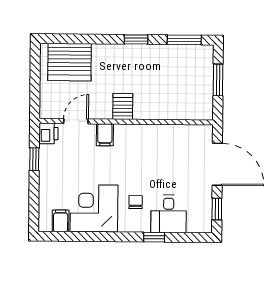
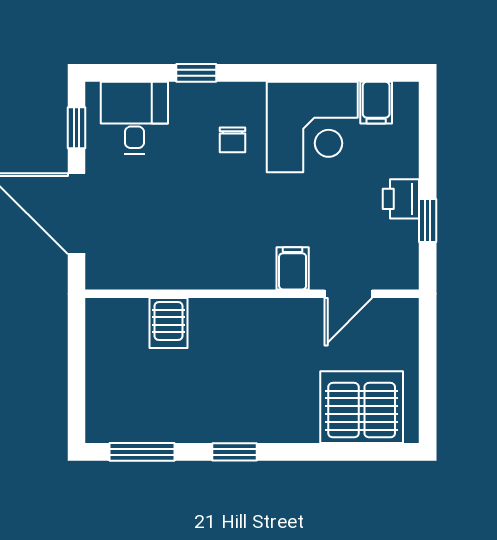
window: (218, 80) -> (76, 375), removed
server rack: (123, 106) -> (169, 323), moved
printer: (48, 134) -> (401, 199), moved
desk: (169, 214) -> (134, 118), moved

